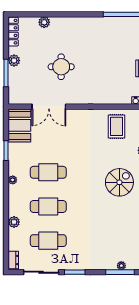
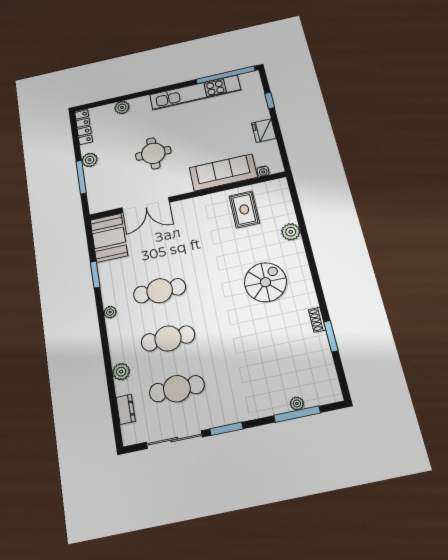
kitchen unit: (100, 24) -> (195, 92), added
sofa: (108, 95) -> (223, 173), added
dresser: (13, 260) -> (126, 409), moved

